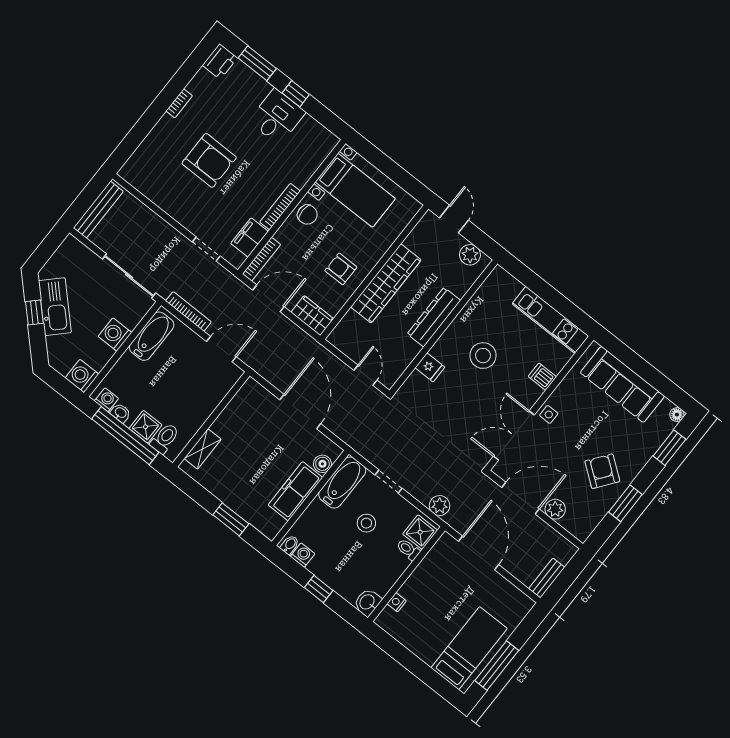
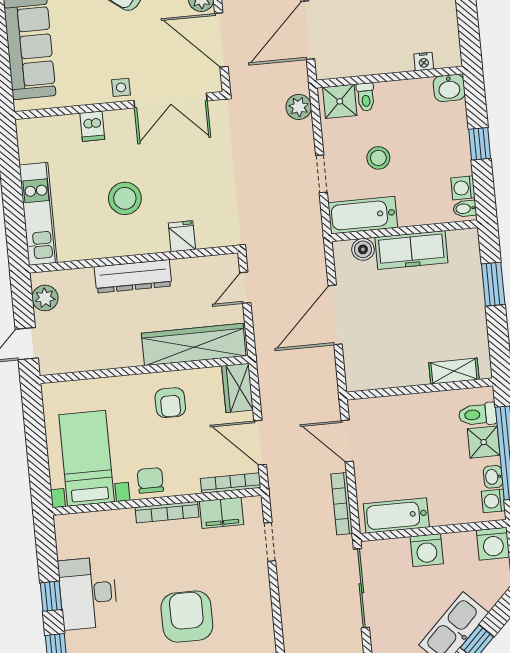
desk: (277, 117) -> (88, 593), width x1.37
wardrobe: (386, 283) -> (194, 345), moved
kitchen unit: (551, 320) -> (38, 214), moved

